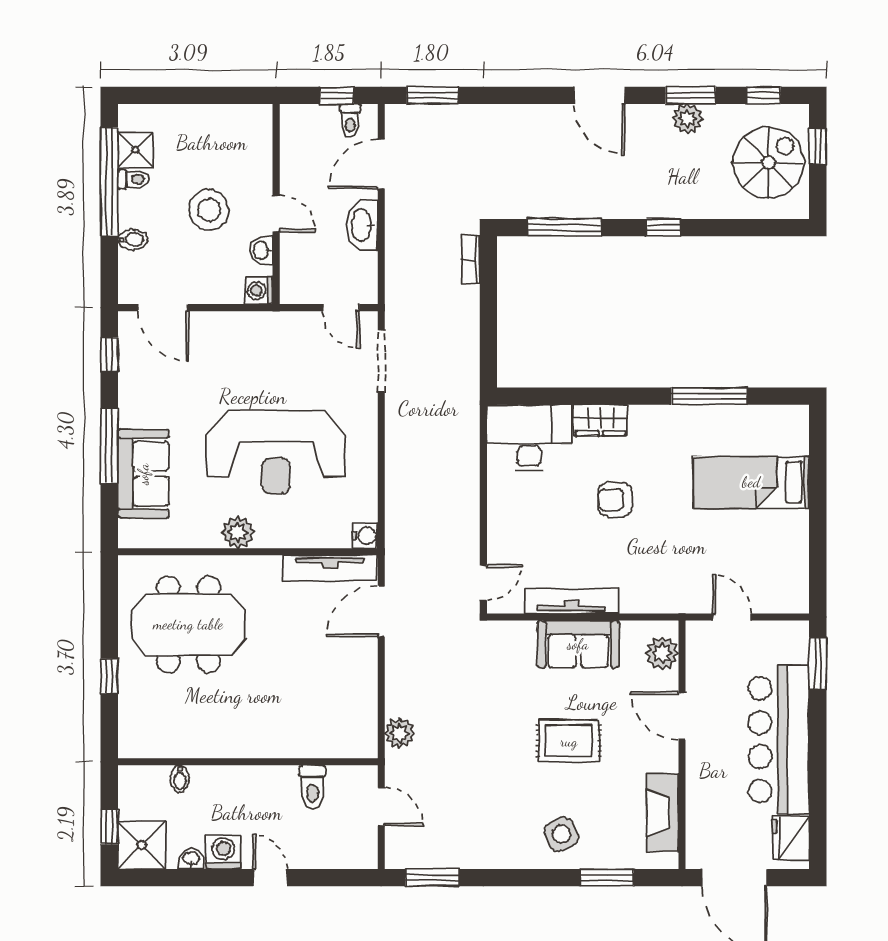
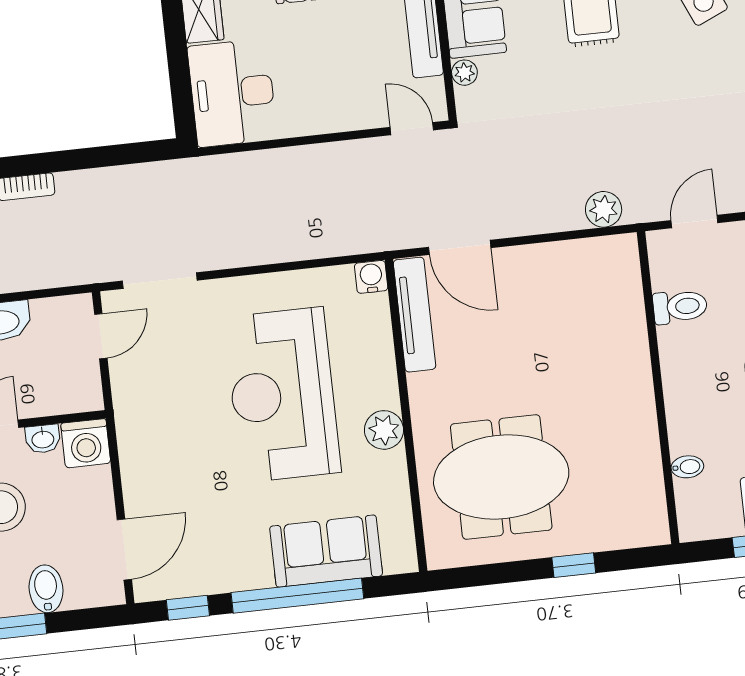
bidet: (132, 240) -> (46, 589), width x1.38, depth x1.36
washing machine: (259, 291) -> (86, 443), width x1.38, depth x1.38
window: (109, 446) -> (297, 596), width x1.46
reception desk: (276, 452) -> (282, 395), turned 180
meeting table: (188, 624) -> (501, 477), turned 90
plant: (525, 631) -> (464, 73), added

